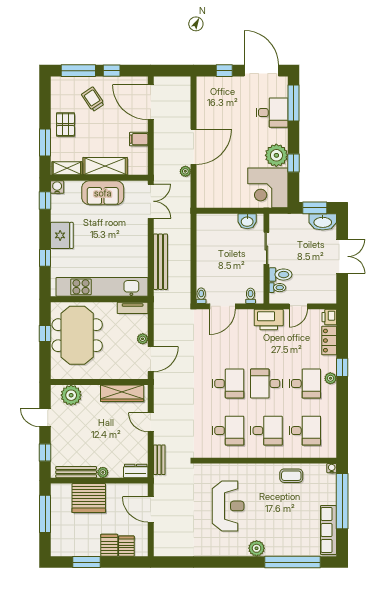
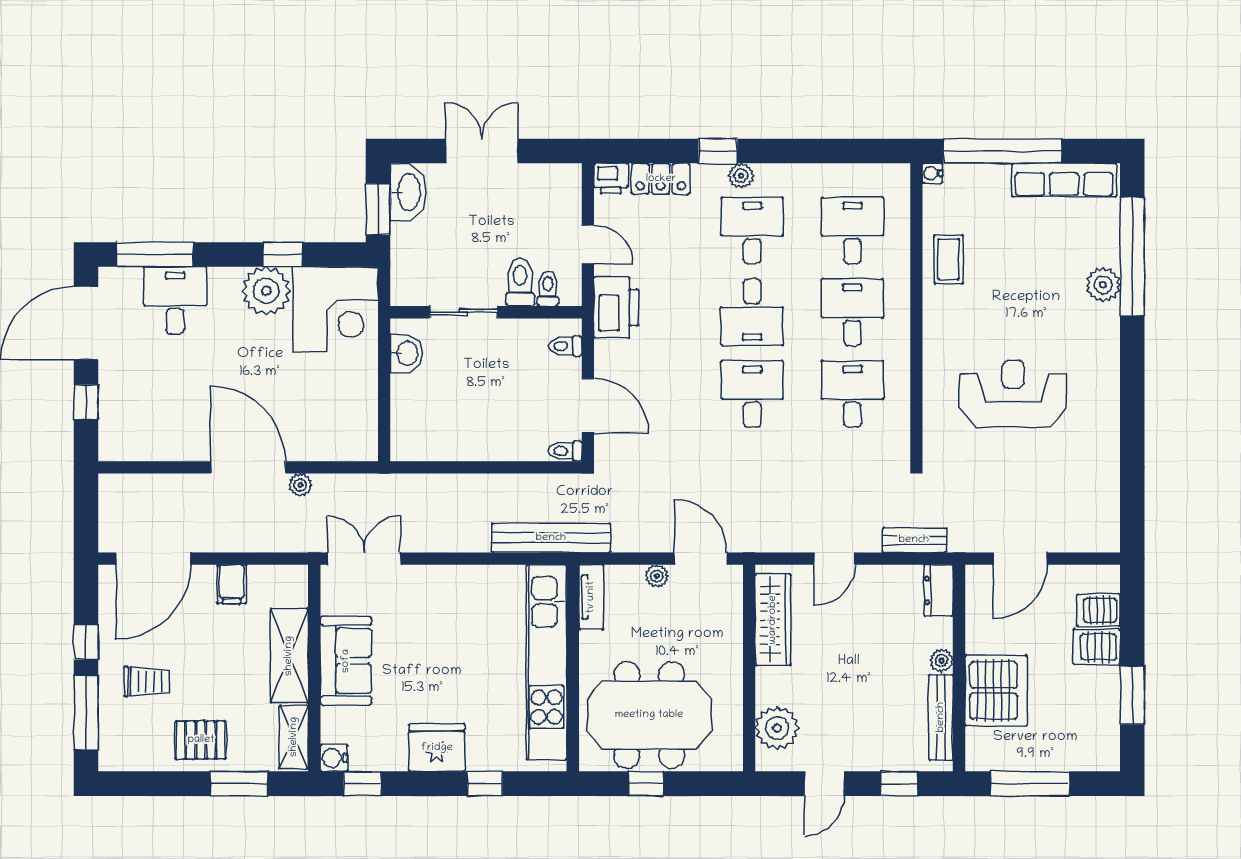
trolley: (93, 99) -> (147, 682), turned -146
bench: (160, 262) -> (551, 538), moved
plant: (257, 548) -> (1103, 285), moved

